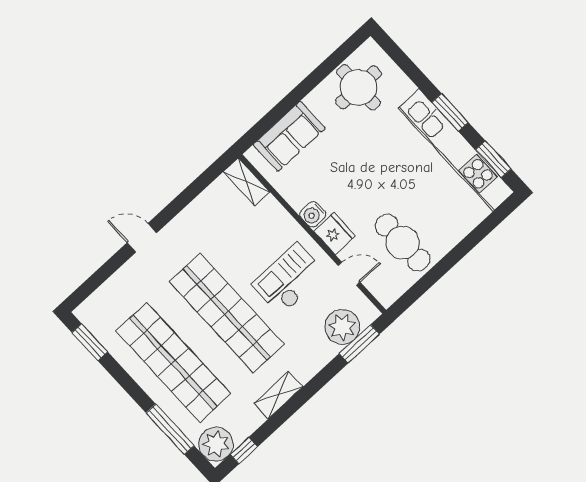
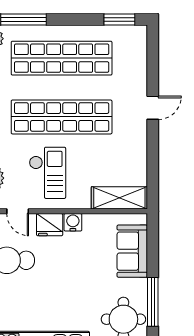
window: (318, 75) -> (153, 302), added
shelving: (246, 182) -> (119, 198), width x1.50, depth x1.33
door: (349, 274) -> (18, 211), hinge flipped

